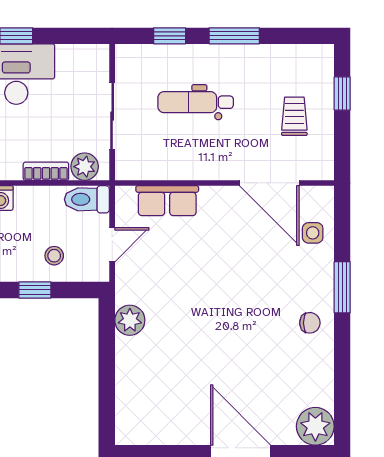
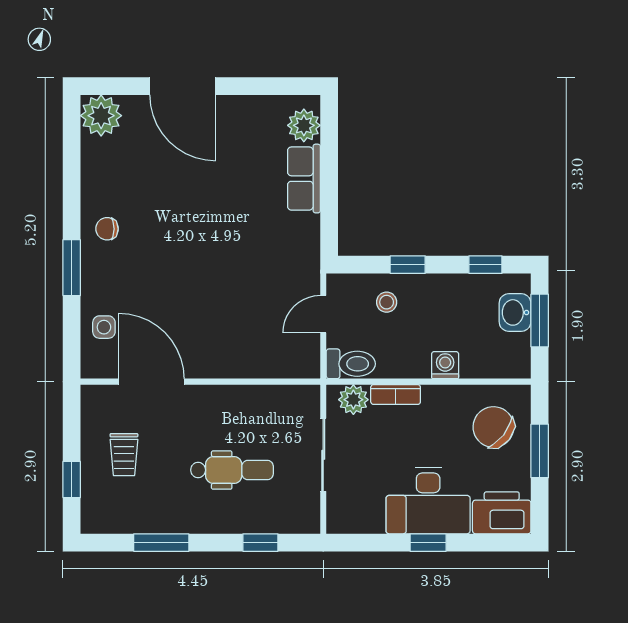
window: (234, 36) -> (161, 543), moved
row of seats: (167, 201) -> (304, 179), moved, turned -90
plant: (130, 320) -> (304, 125), moved

